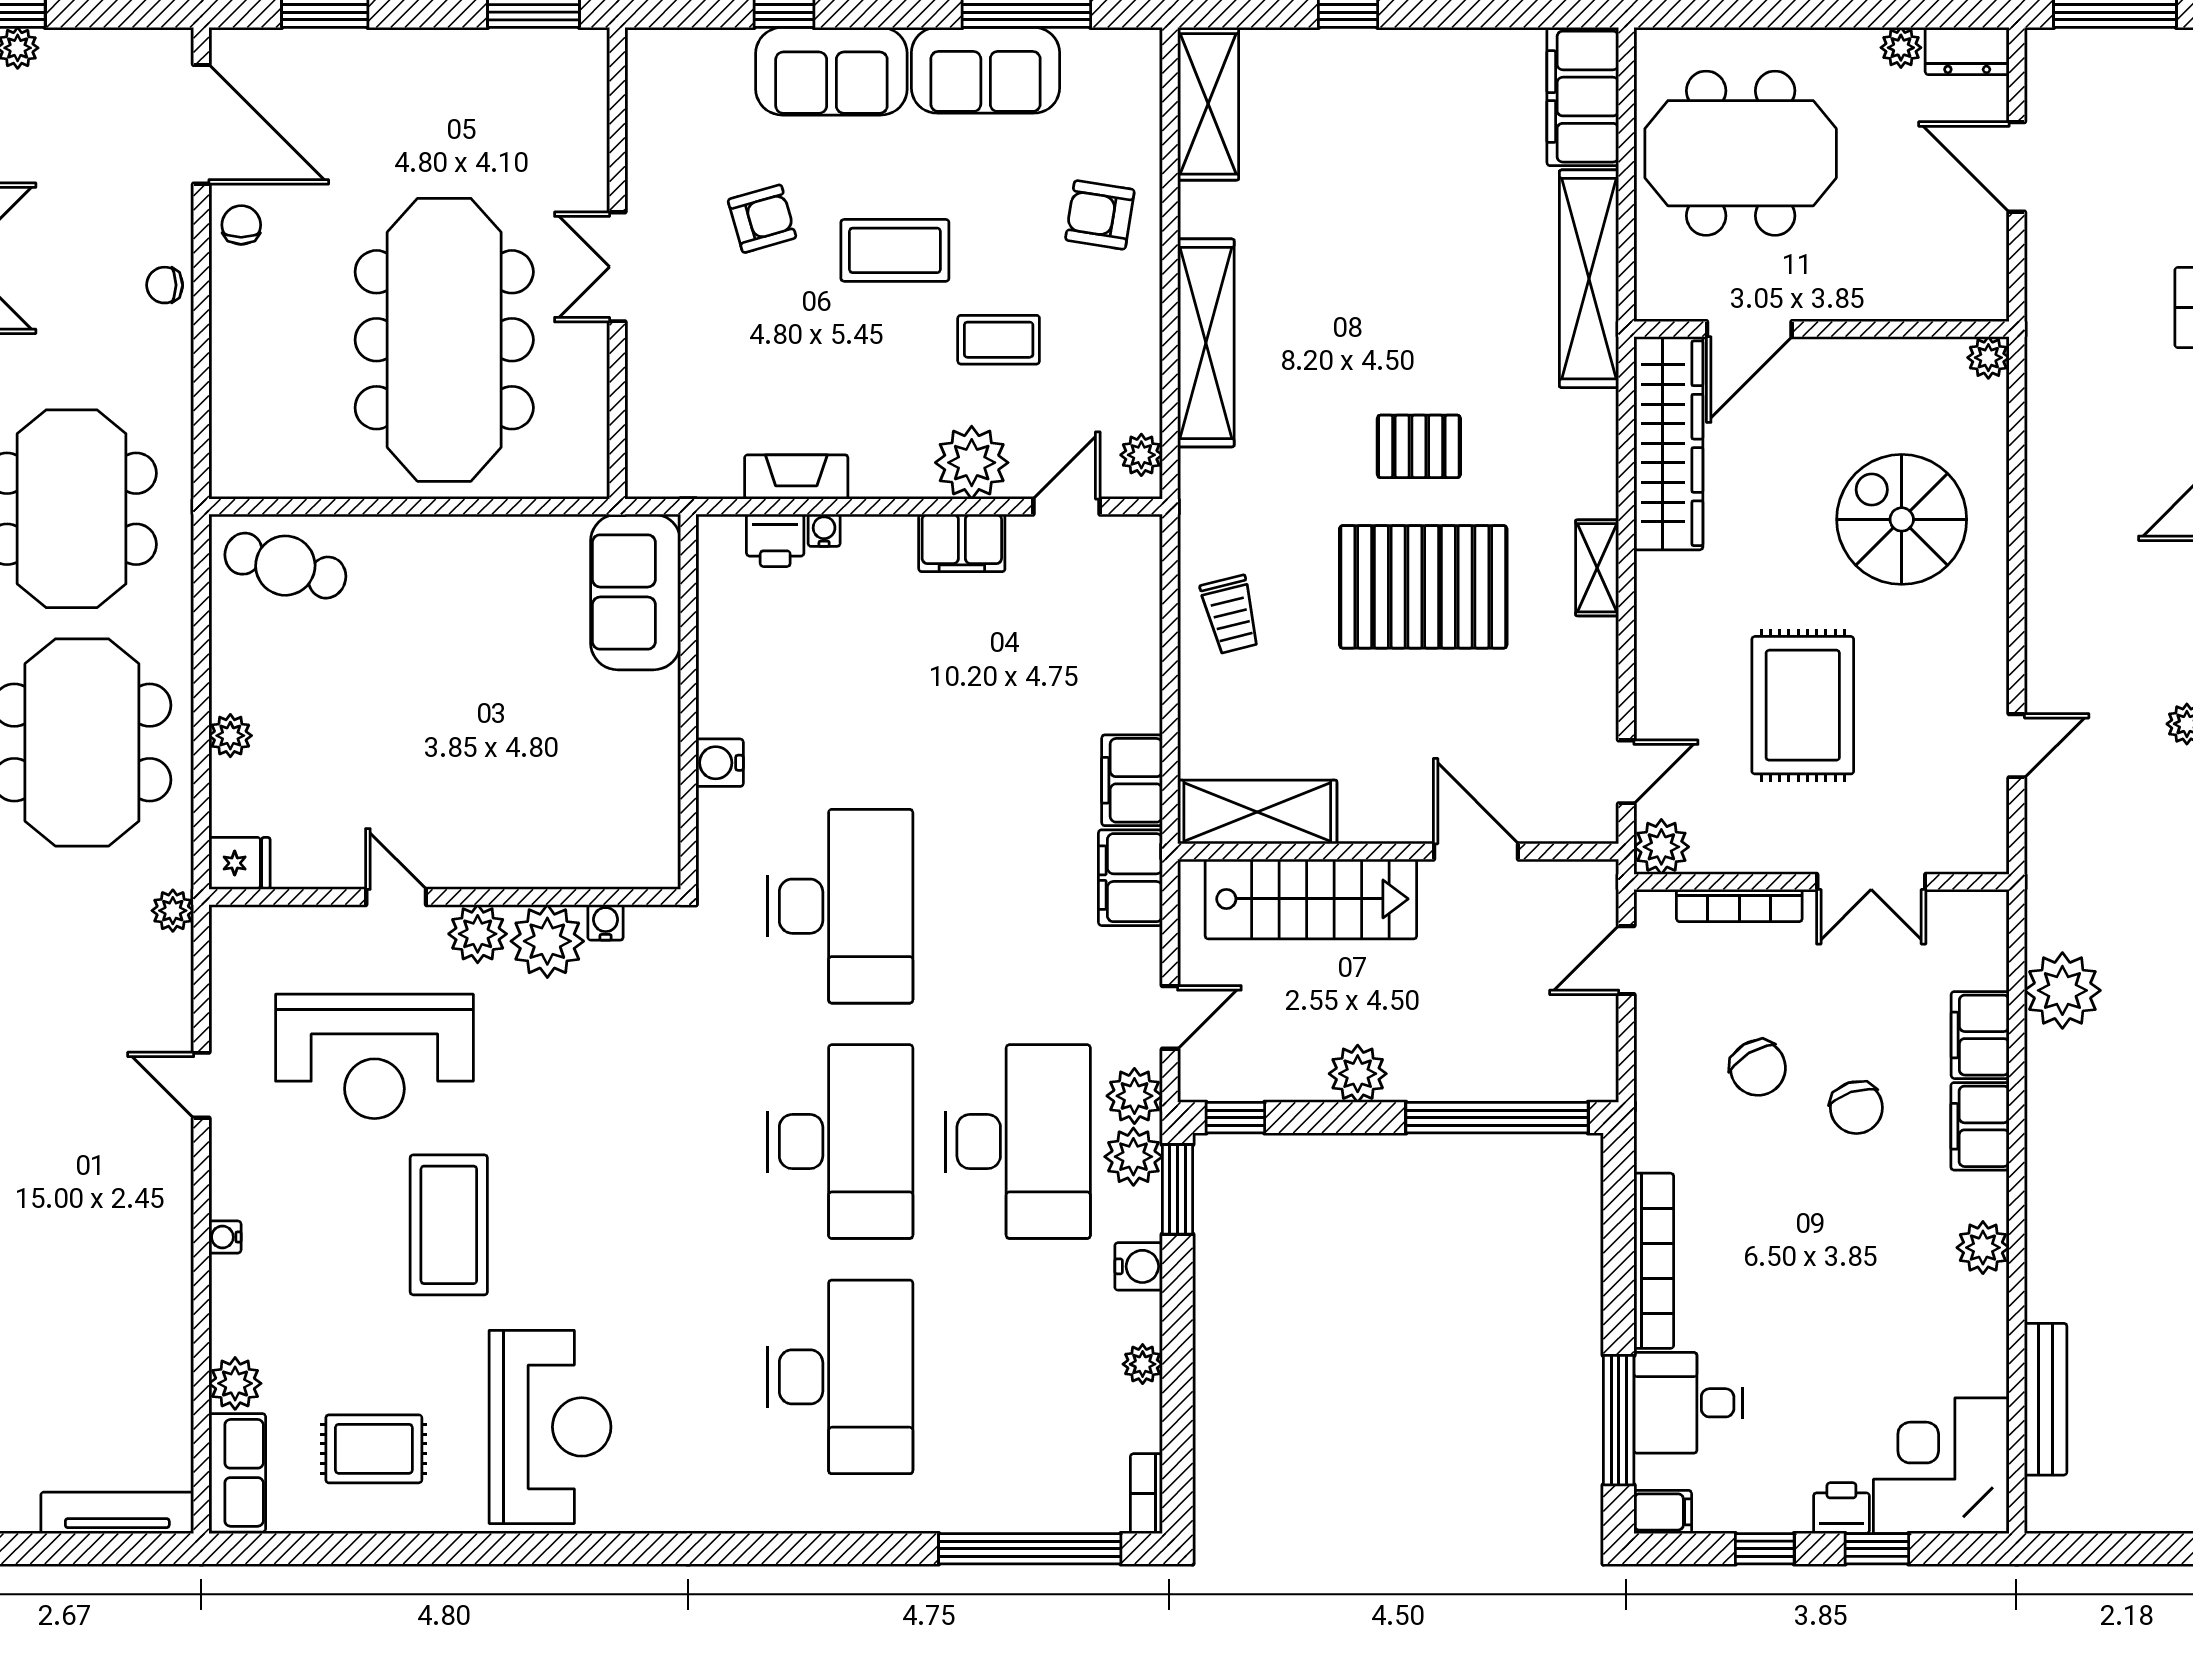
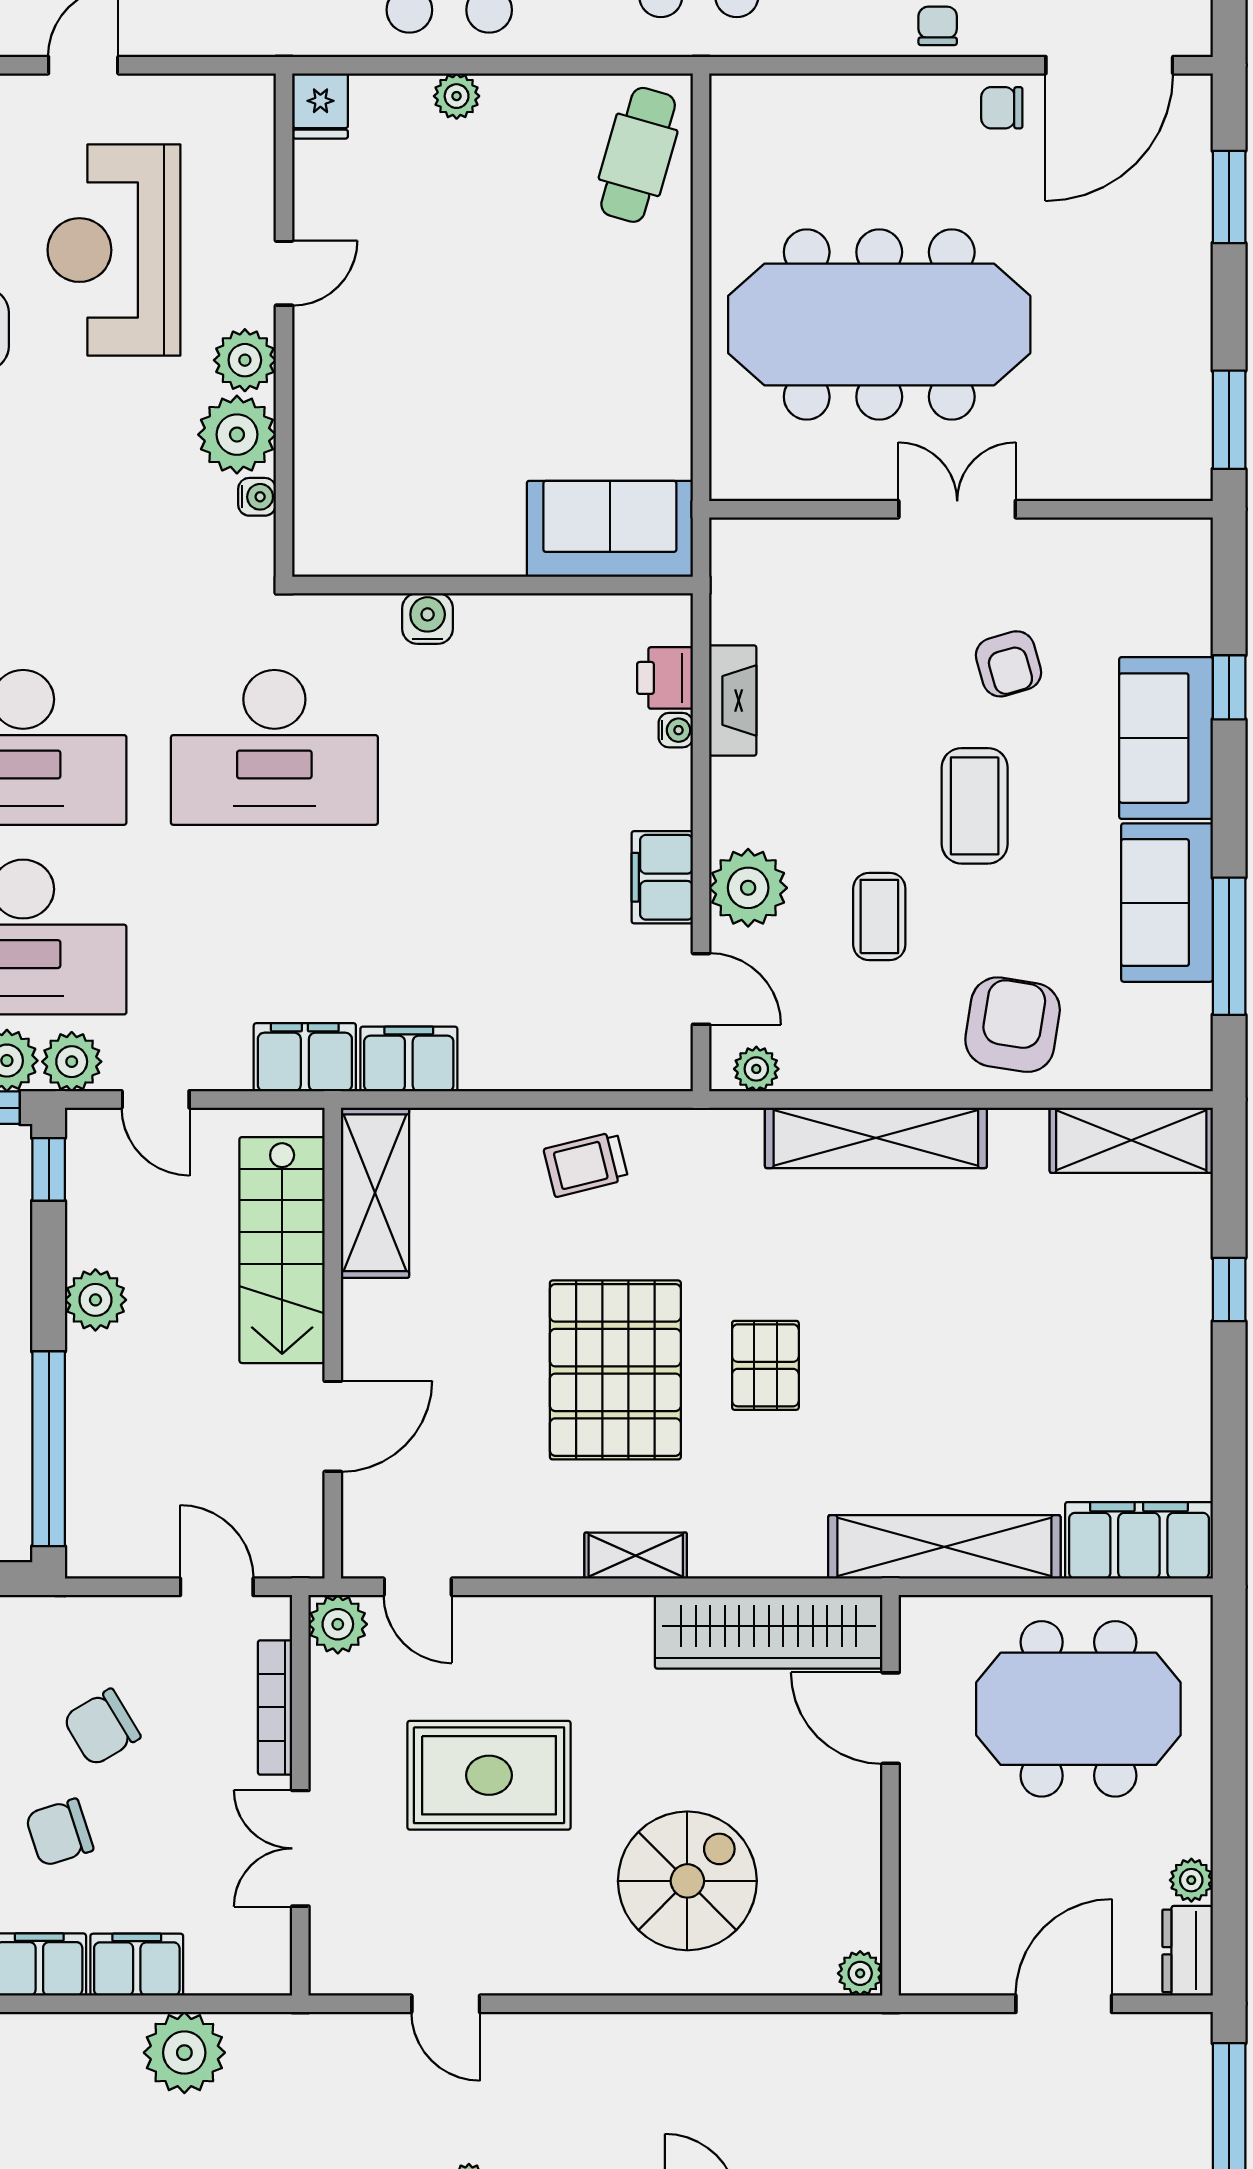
meeting table: (1741, 153) -> (1078, 1709), turned 90
armchair: (1100, 215) -> (1013, 1025), width x1.38, depth x1.38
chair: (241, 225) -> (1002, 108), turned 180
plant: (173, 911) -> (270, 35), removed

